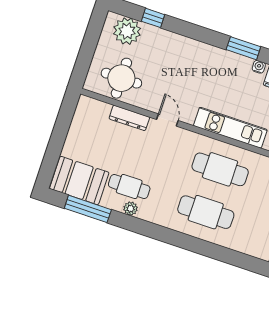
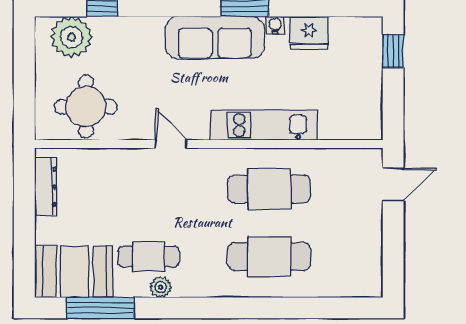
sofa: (218, 62) -> (215, 38), added
dresser: (129, 118) -> (46, 187), moved, turned -90

